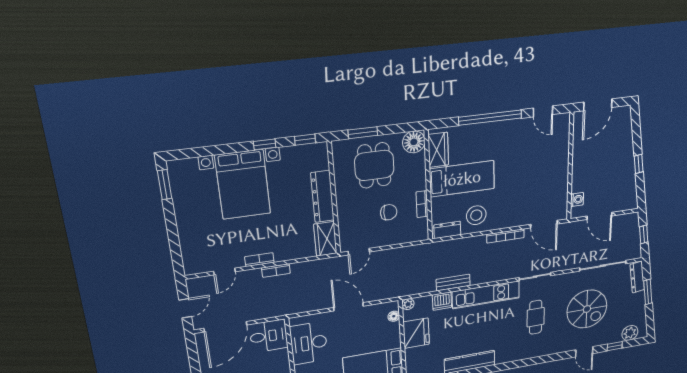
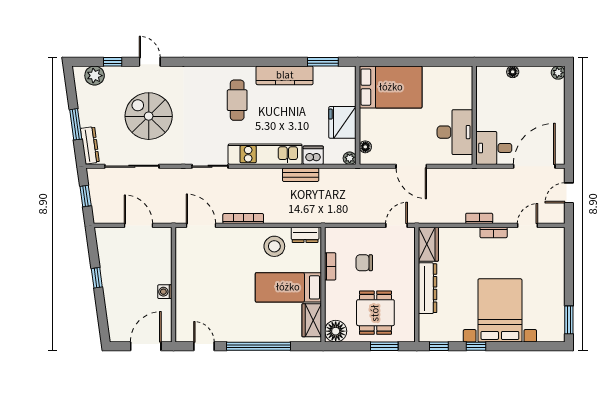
washing machine: (577, 200) -> (165, 292), moved
cafe table: (536, 317) -> (237, 100), moved

